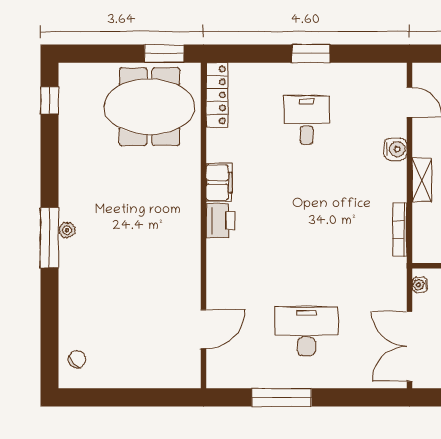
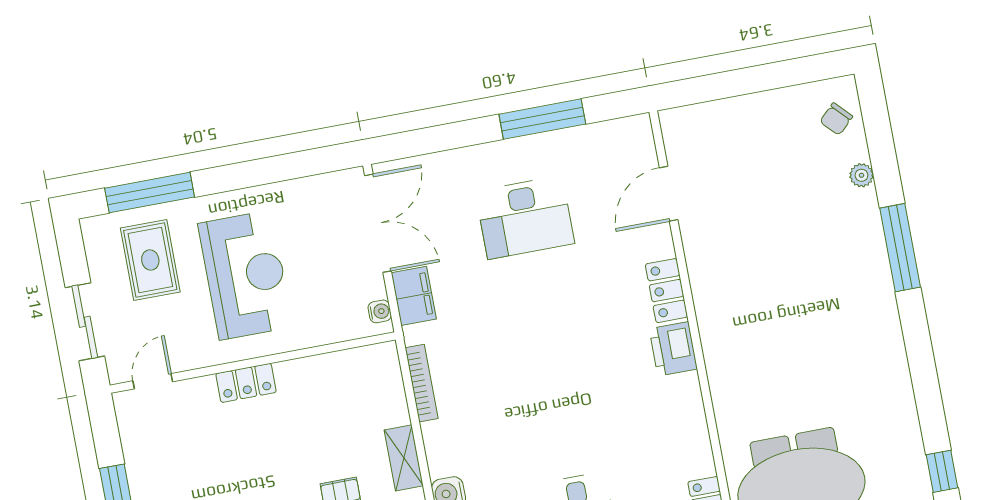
filing cabinet: (219, 182) -> (414, 296), moved, turned 180
plant: (67, 230) -> (861, 175), moved
window: (50, 238) -> (900, 248), moved
locker: (218, 262) -> (666, 291), added

